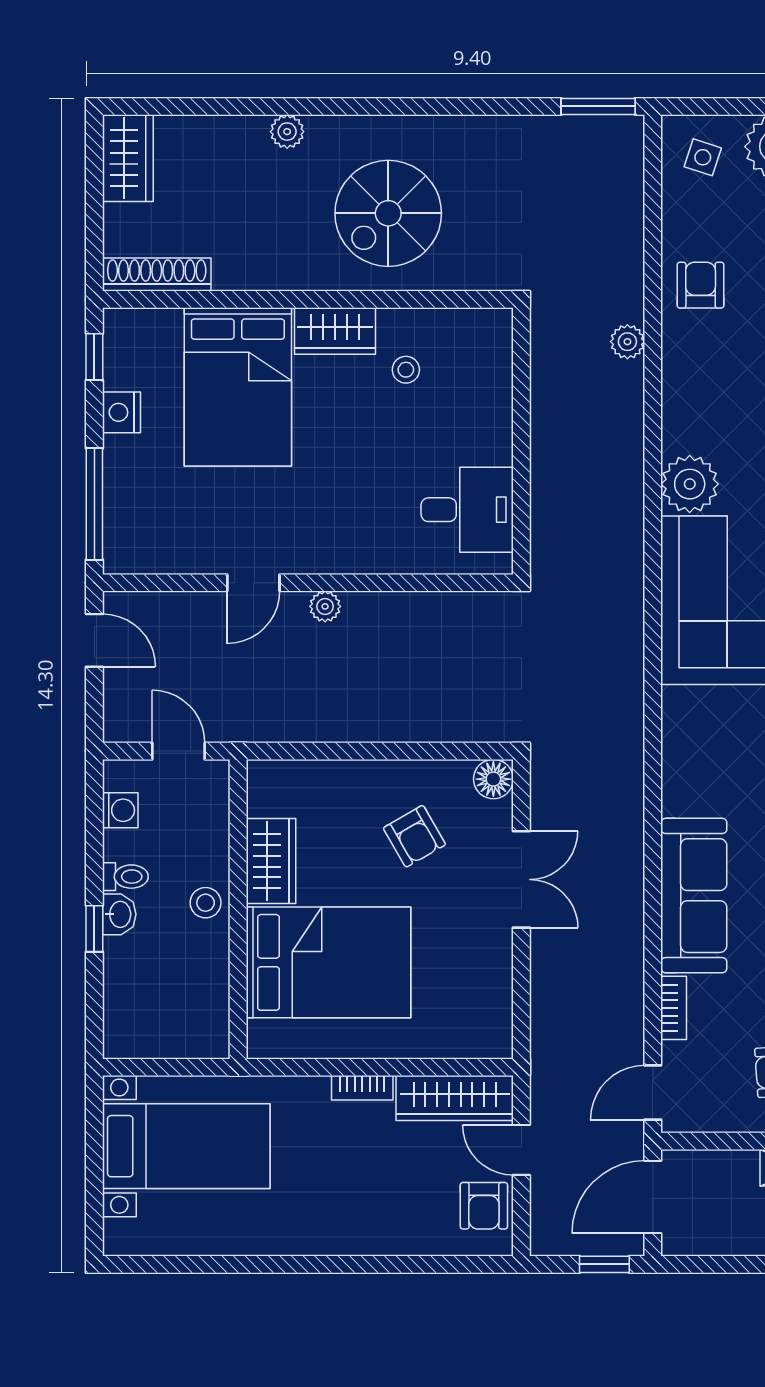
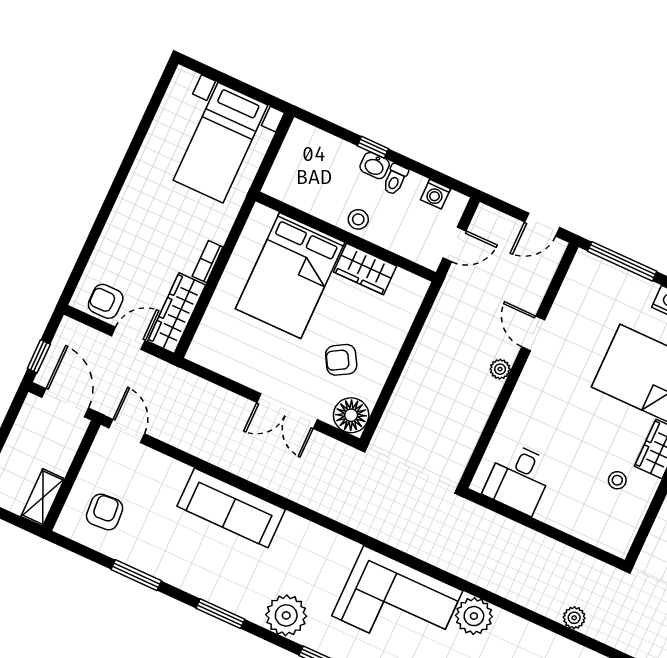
floor lamp: (493, 779) -> (351, 415), width x1.38, depth x1.38
bookcase: (674, 1008) -> (171, 466), removed

